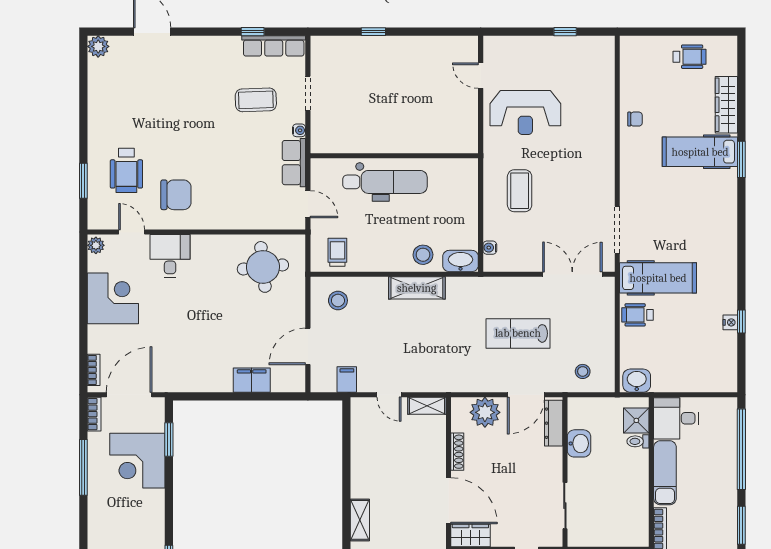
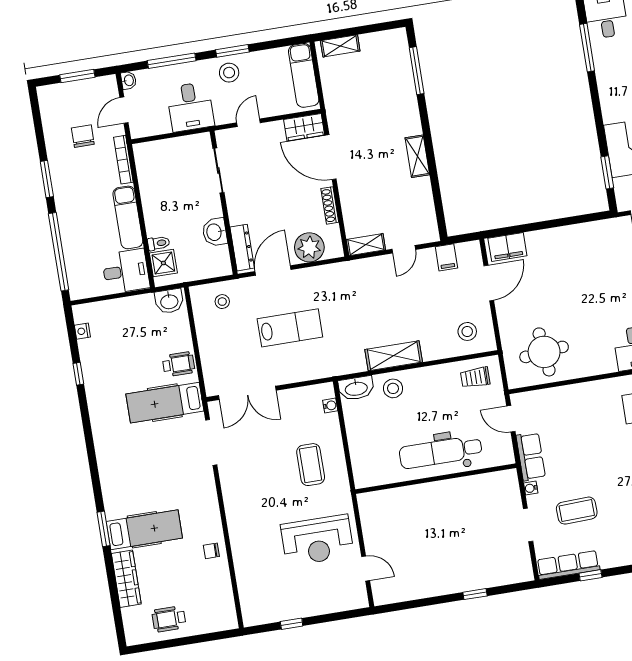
reception desk: (525, 112) -> (317, 540), turned 180
trolley: (337, 252) -> (475, 377), turned 90
nightstand: (730, 322) -> (82, 331), moved
filing cabinet: (252, 380) -> (507, 247), moved
door: (389, 395) -> (404, 249), swing flipped
shelving: (360, 520) -> (417, 156), moved

